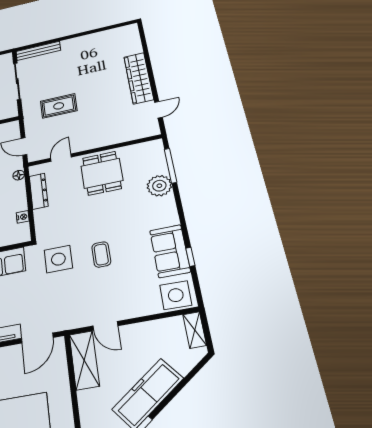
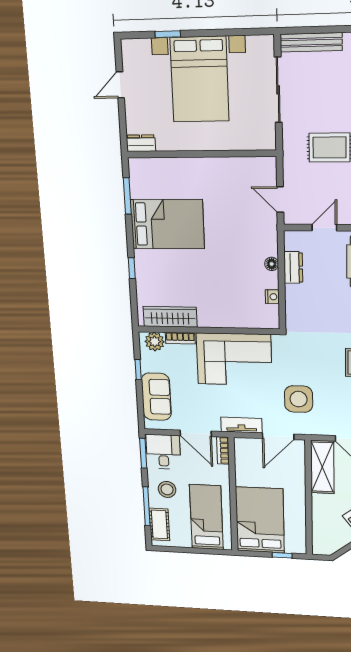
floor lamp: (19, 175) -> (272, 264), moved
dresser: (39, 191) -> (293, 267), width x0.70
side table: (58, 259) -> (299, 399), moved

